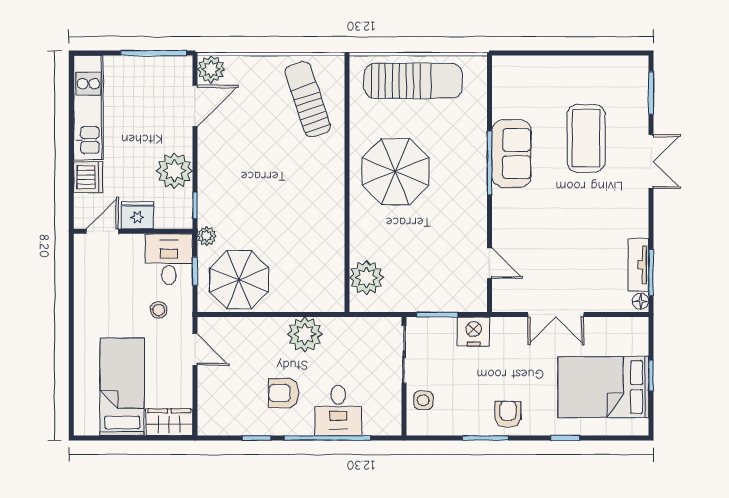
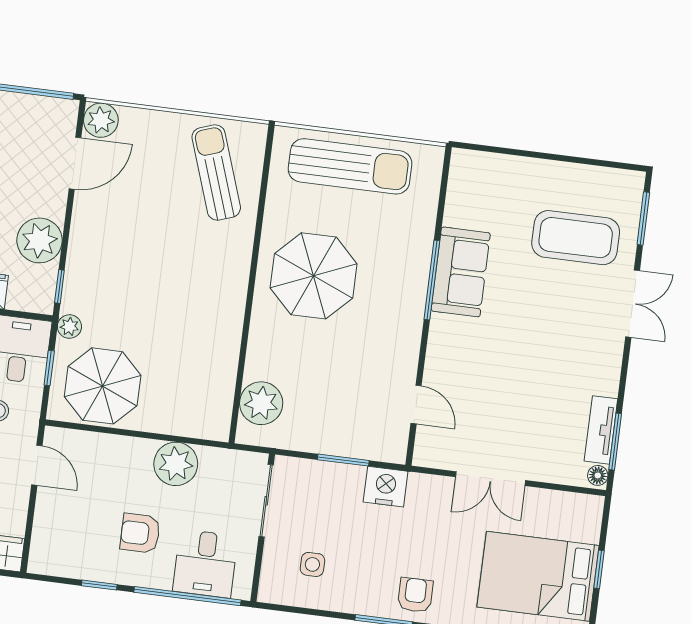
coffee table: (586, 138) -> (576, 238), moved, turned 90
sliding door: (404, 355) -> (266, 501), moved
wall: (404, 376) -> (263, 528), moved

